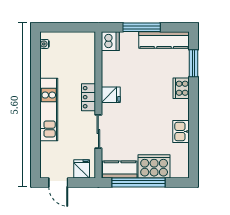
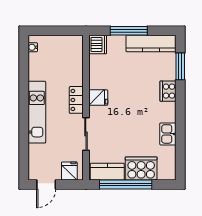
door: (58, 182) -> (46, 184), hinge flipped

